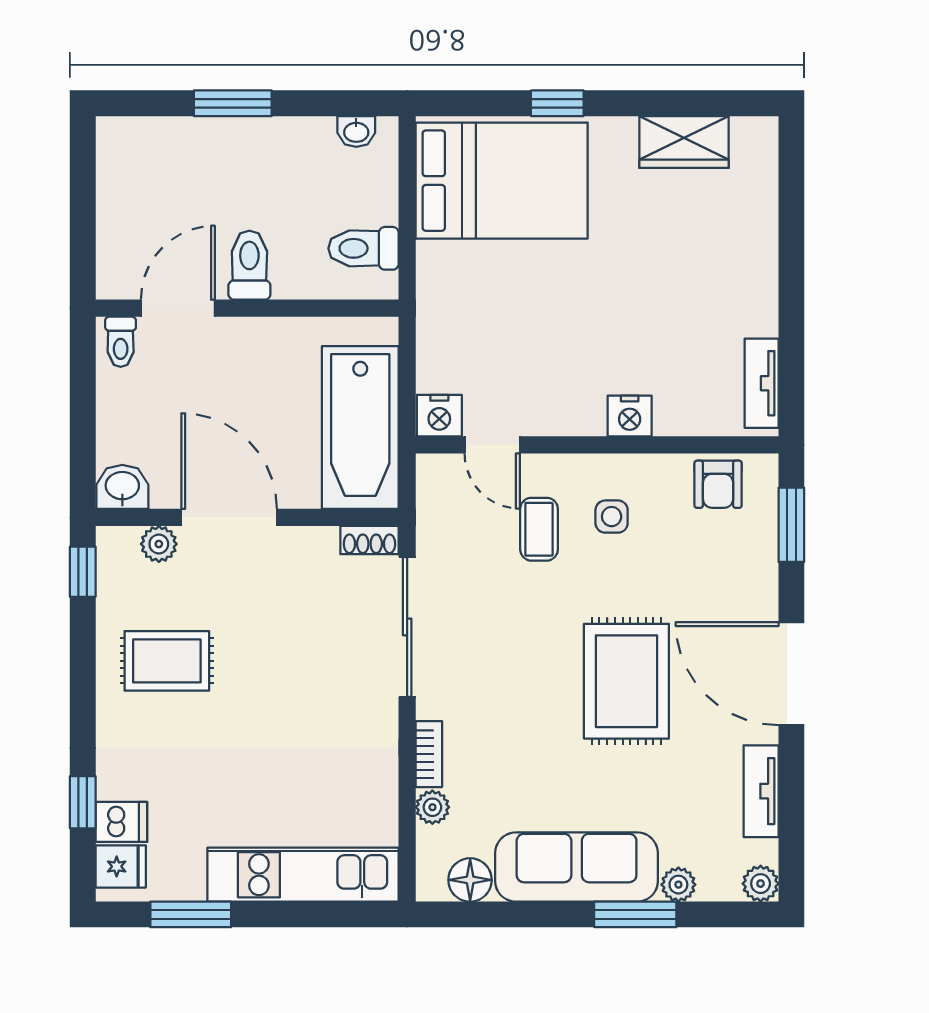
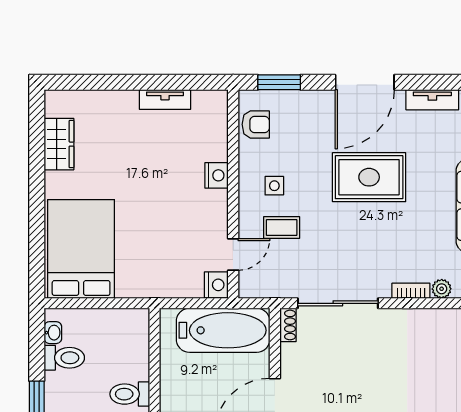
window: (557, 103) -> (37, 217), removed
toilet: (363, 248) -> (64, 358), moved, turned -90
tv unit: (762, 383) -> (165, 99), moved

